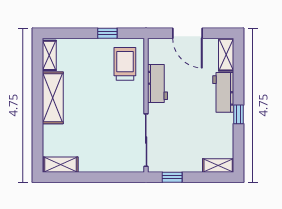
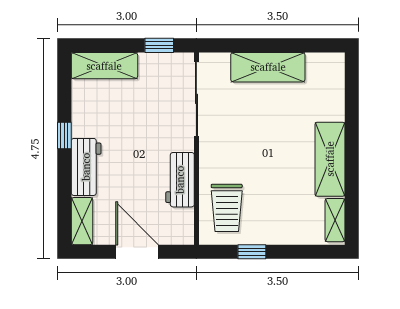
shelving: (61, 165) -> (268, 67), moved, width x1.50, depth x1.33
shelving: (218, 166) -> (104, 66), width x1.50, depth x1.33

